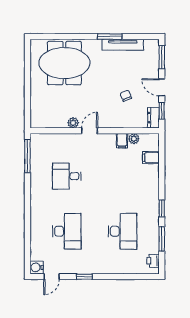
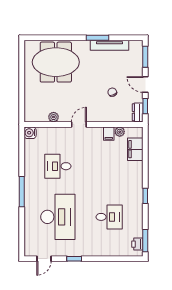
plant: (73, 123) -> (54, 117), moved
window: (27, 156) -> (22, 192), moved
filing cabinet: (151, 158) -> (135, 149), width x2.00
desk: (67, 231) -> (58, 217), width x1.36, depth x1.30
desk: (122, 231) -> (109, 217), width x0.73
window: (162, 239) -> (145, 241), moved
water cooler: (37, 267) -> (30, 133), moved

